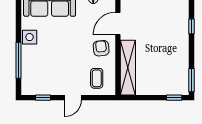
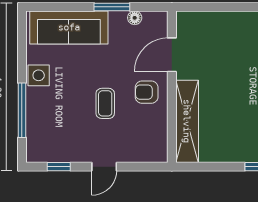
armchair: (101, 48) -> (147, 92), turned -84
coffee table: (97, 78) -> (105, 103), moved

